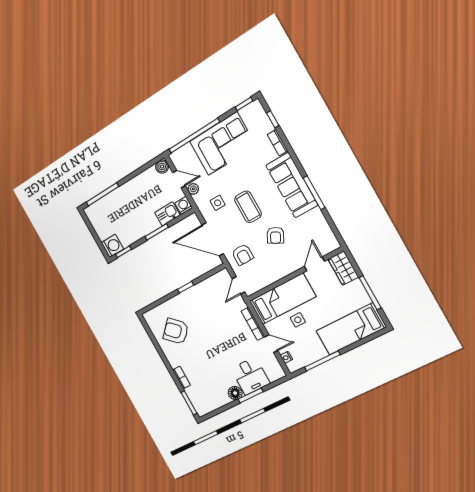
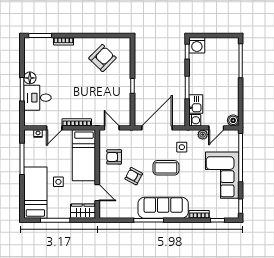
armchair: (243, 255) -> (114, 157), moved
side table: (298, 320) -> (58, 182), moved

